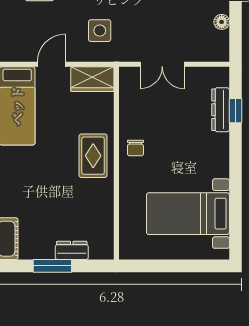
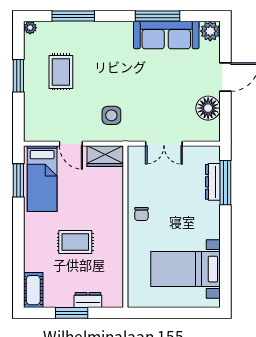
floor lamp: (222, 22) -> (208, 108), width x1.89, depth x1.89
door: (51, 64) -> (71, 144), swing flipped
window: (235, 111) -> (225, 183), width x2.17
rug: (93, 156) -> (75, 242), moved, turned 90

